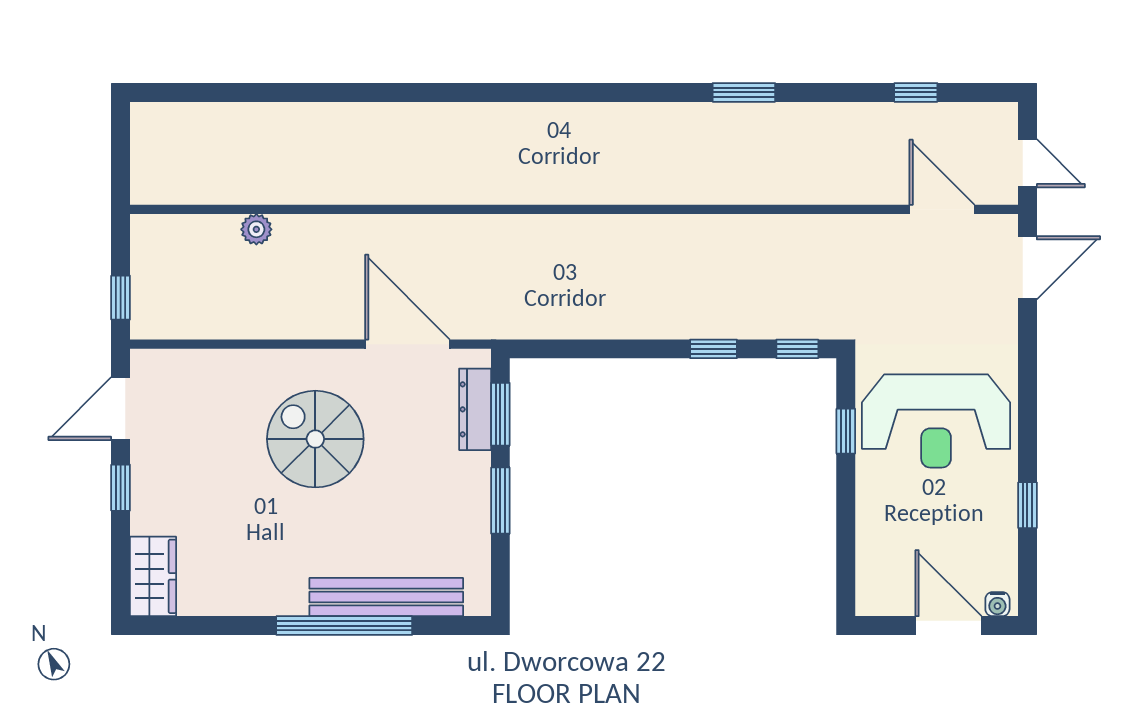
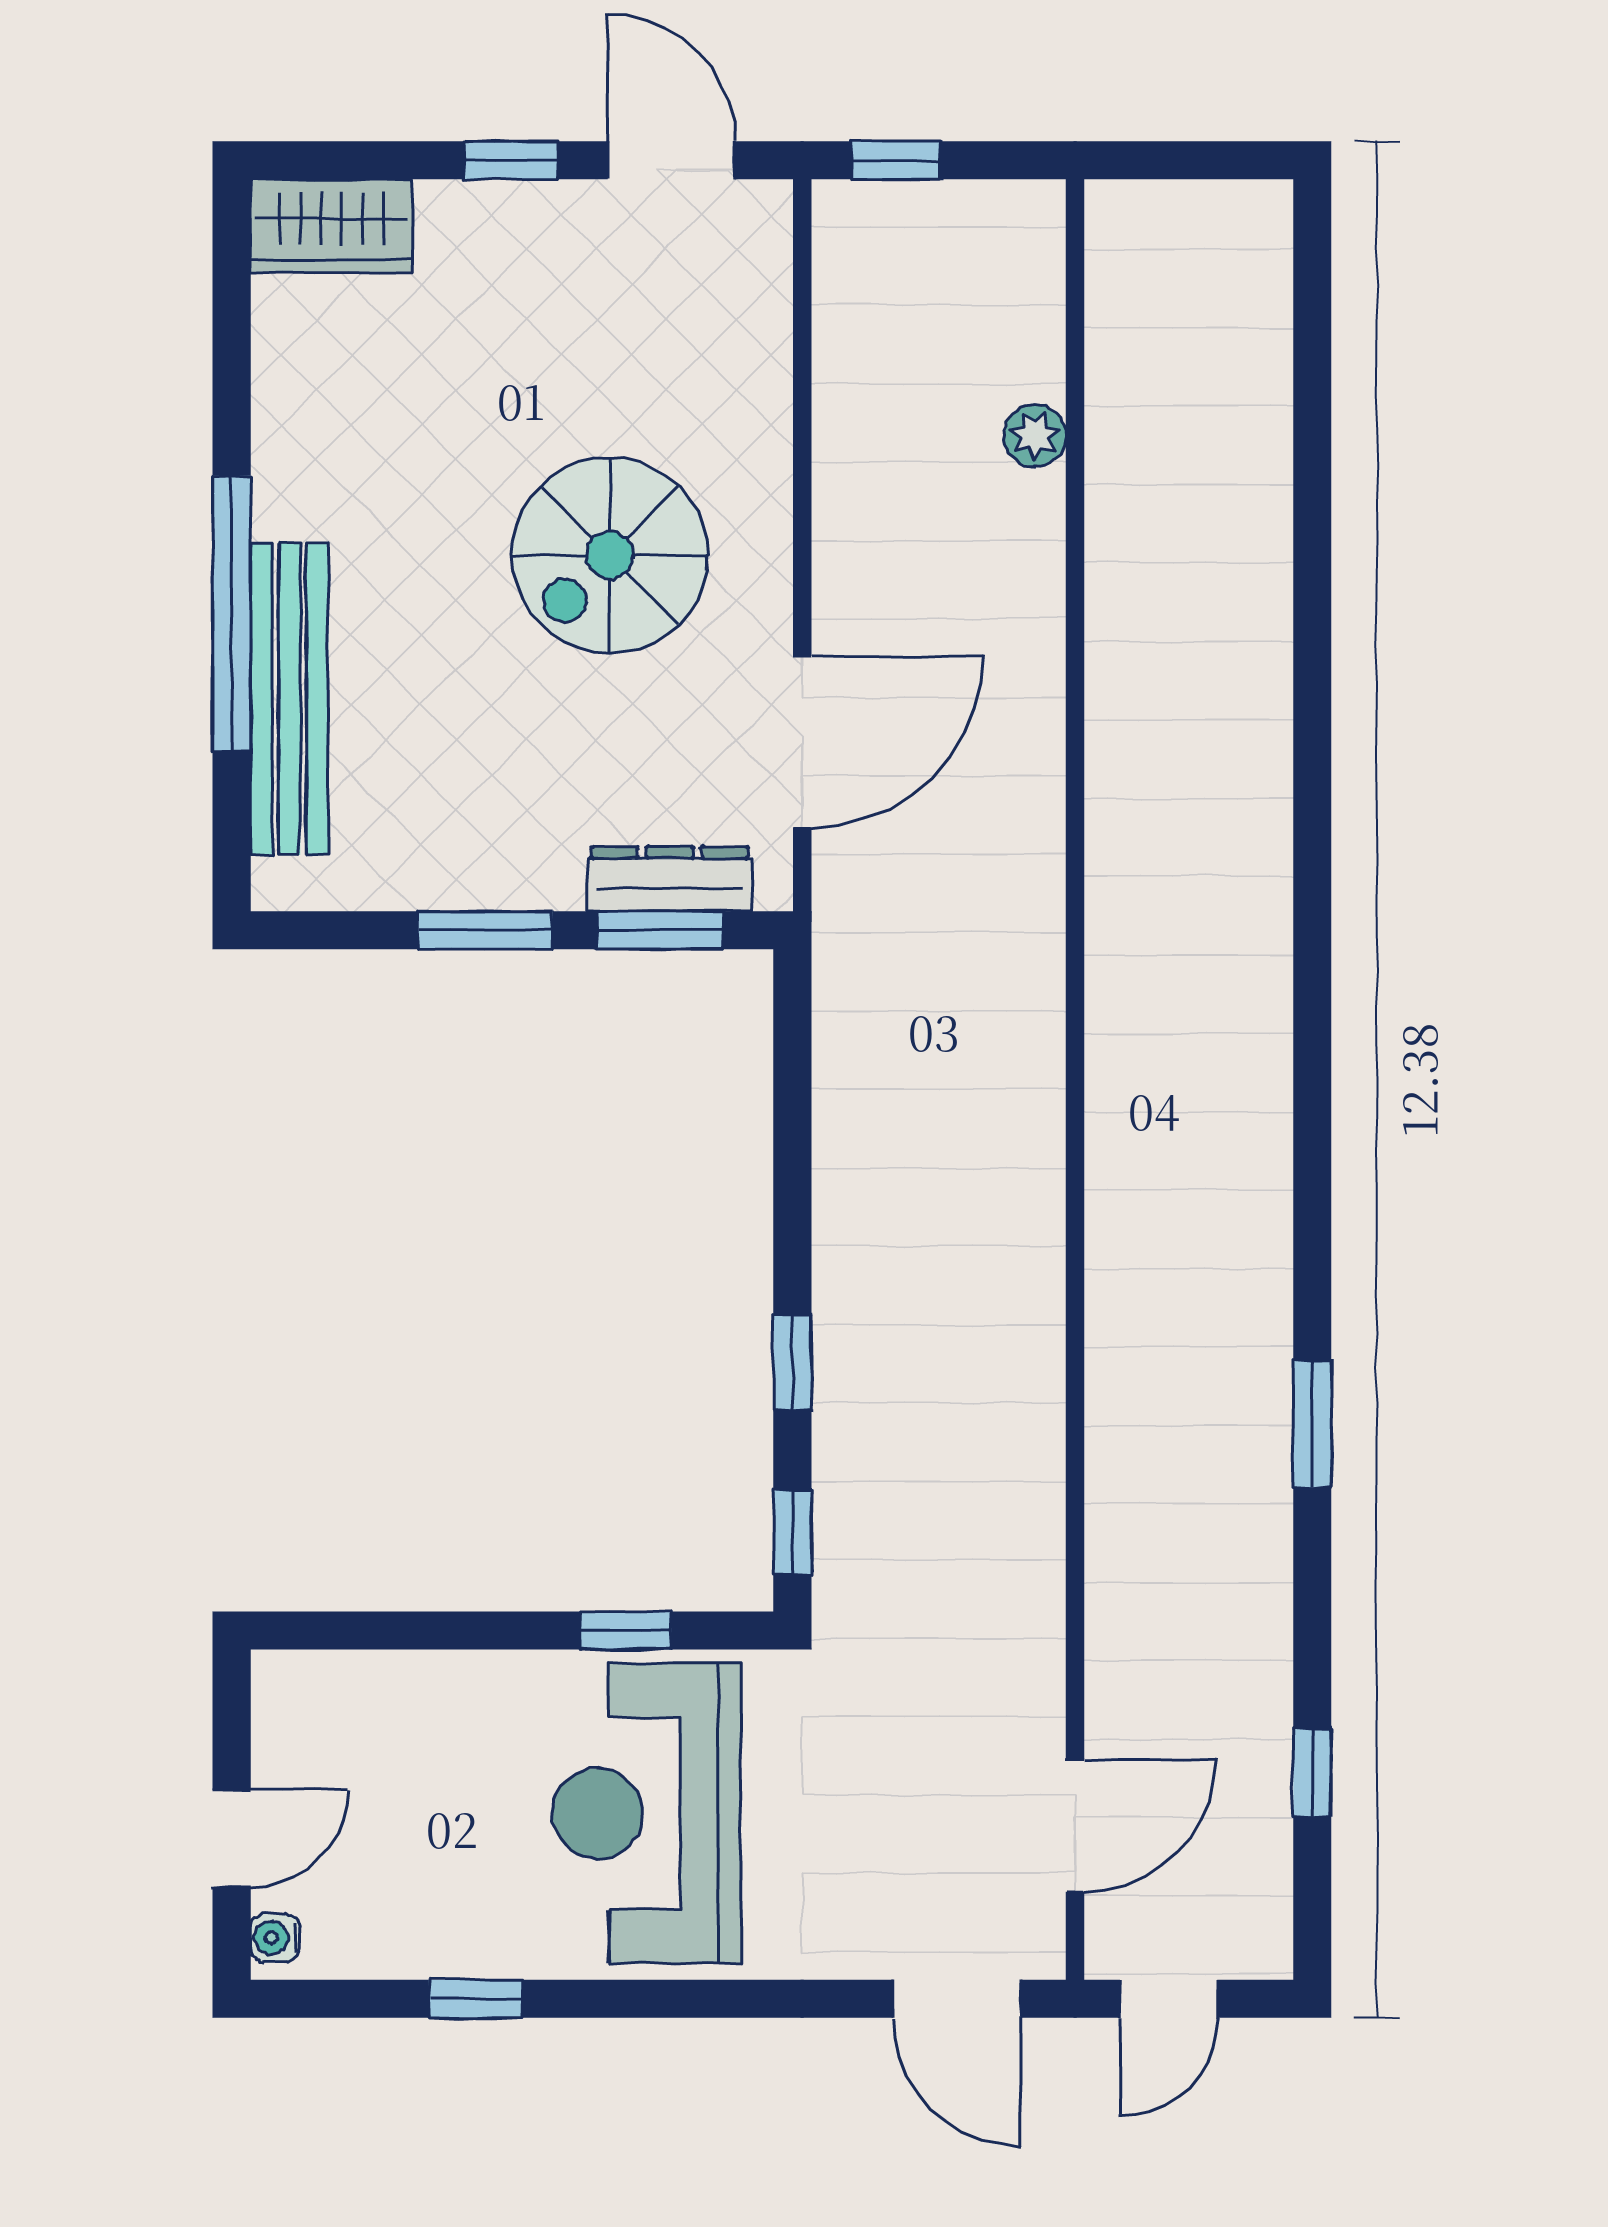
spiral stairs: (315, 439) -> (610, 555), turned 180
door: (948, 626) -> (232, 1839), width x0.73

